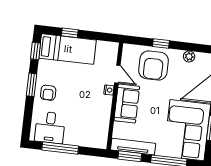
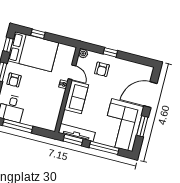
bed: (68, 49) -> (33, 52), width x1.50
plant: (189, 56) -> (83, 53), moved
armchair: (153, 65) -> (102, 69), width x0.53, depth x0.53

